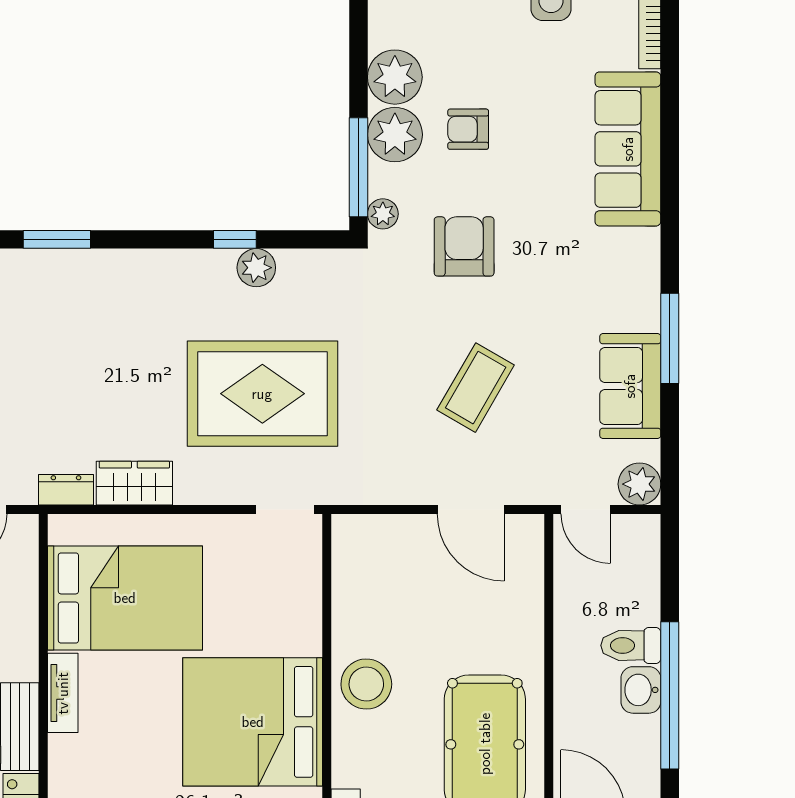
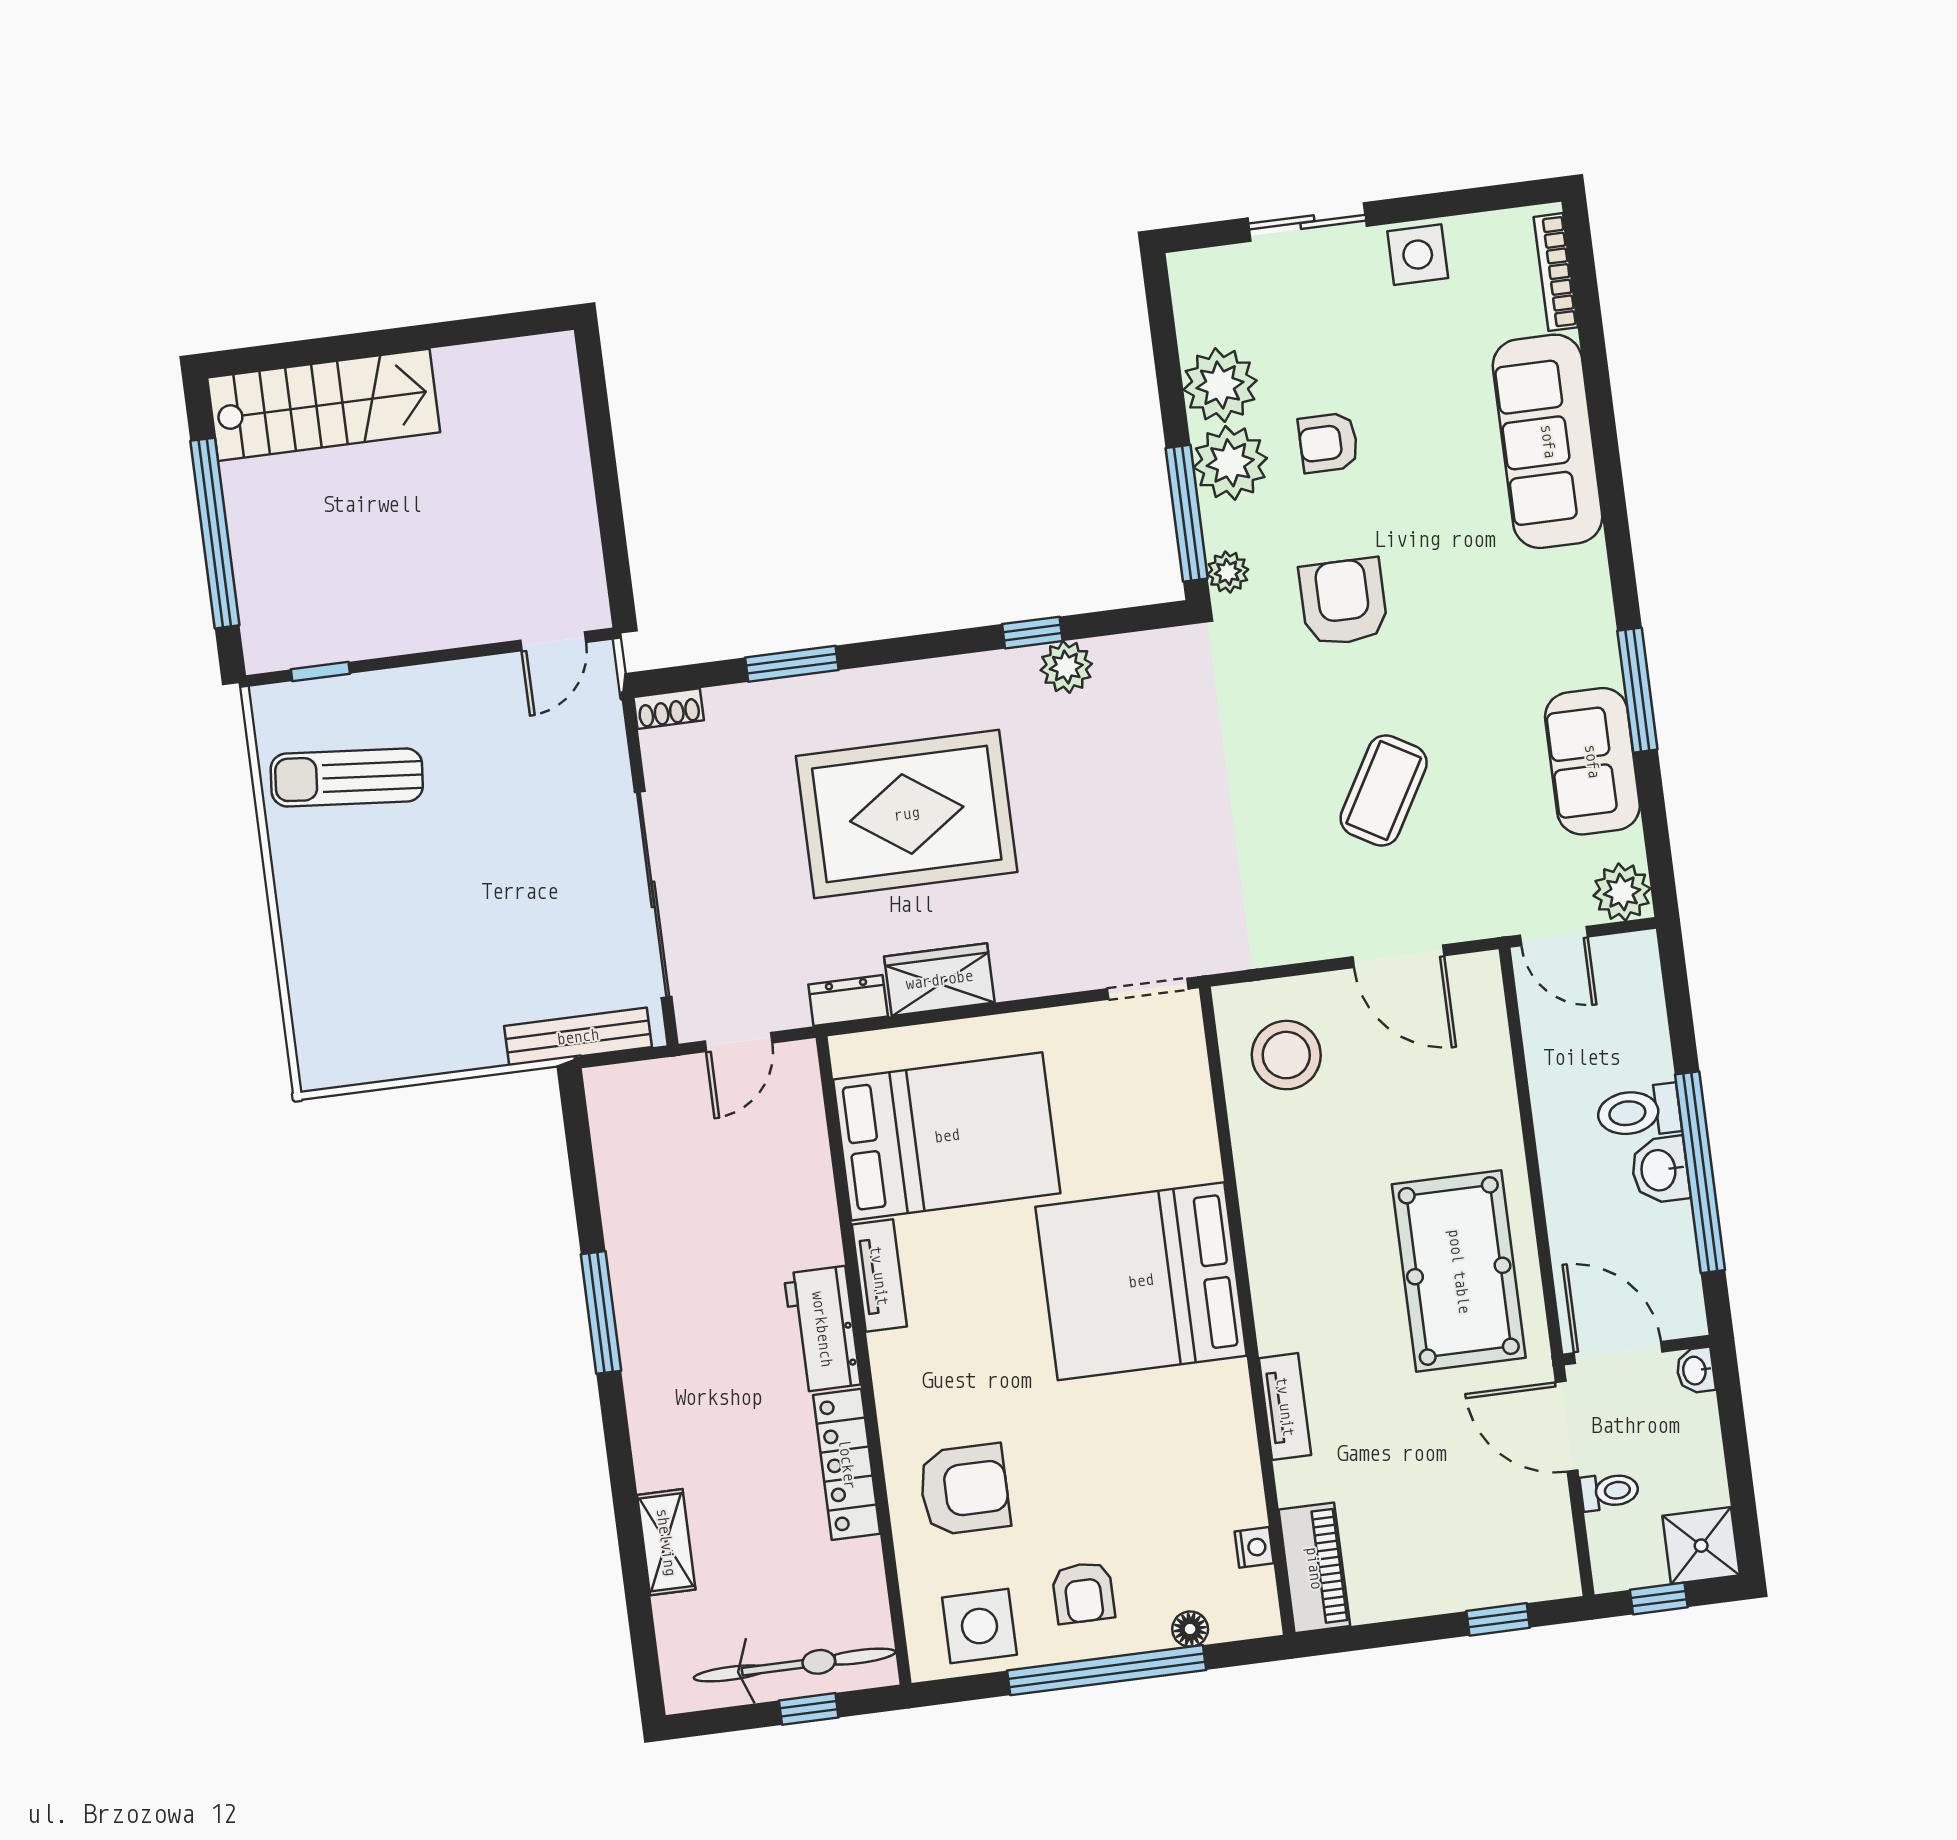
rug: (262, 394) -> (907, 814), moved
stool: (366, 684) -> (1286, 1055), moved

